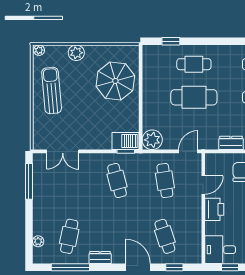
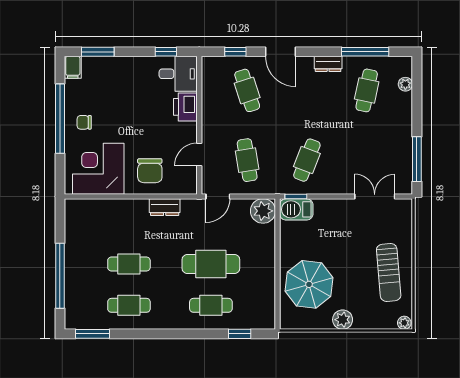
plant: (76, 53) -> (343, 320), moved
cafe table: (117, 181) -> (307, 160), turned 36
printer: (214, 209) -> (185, 107), moved

